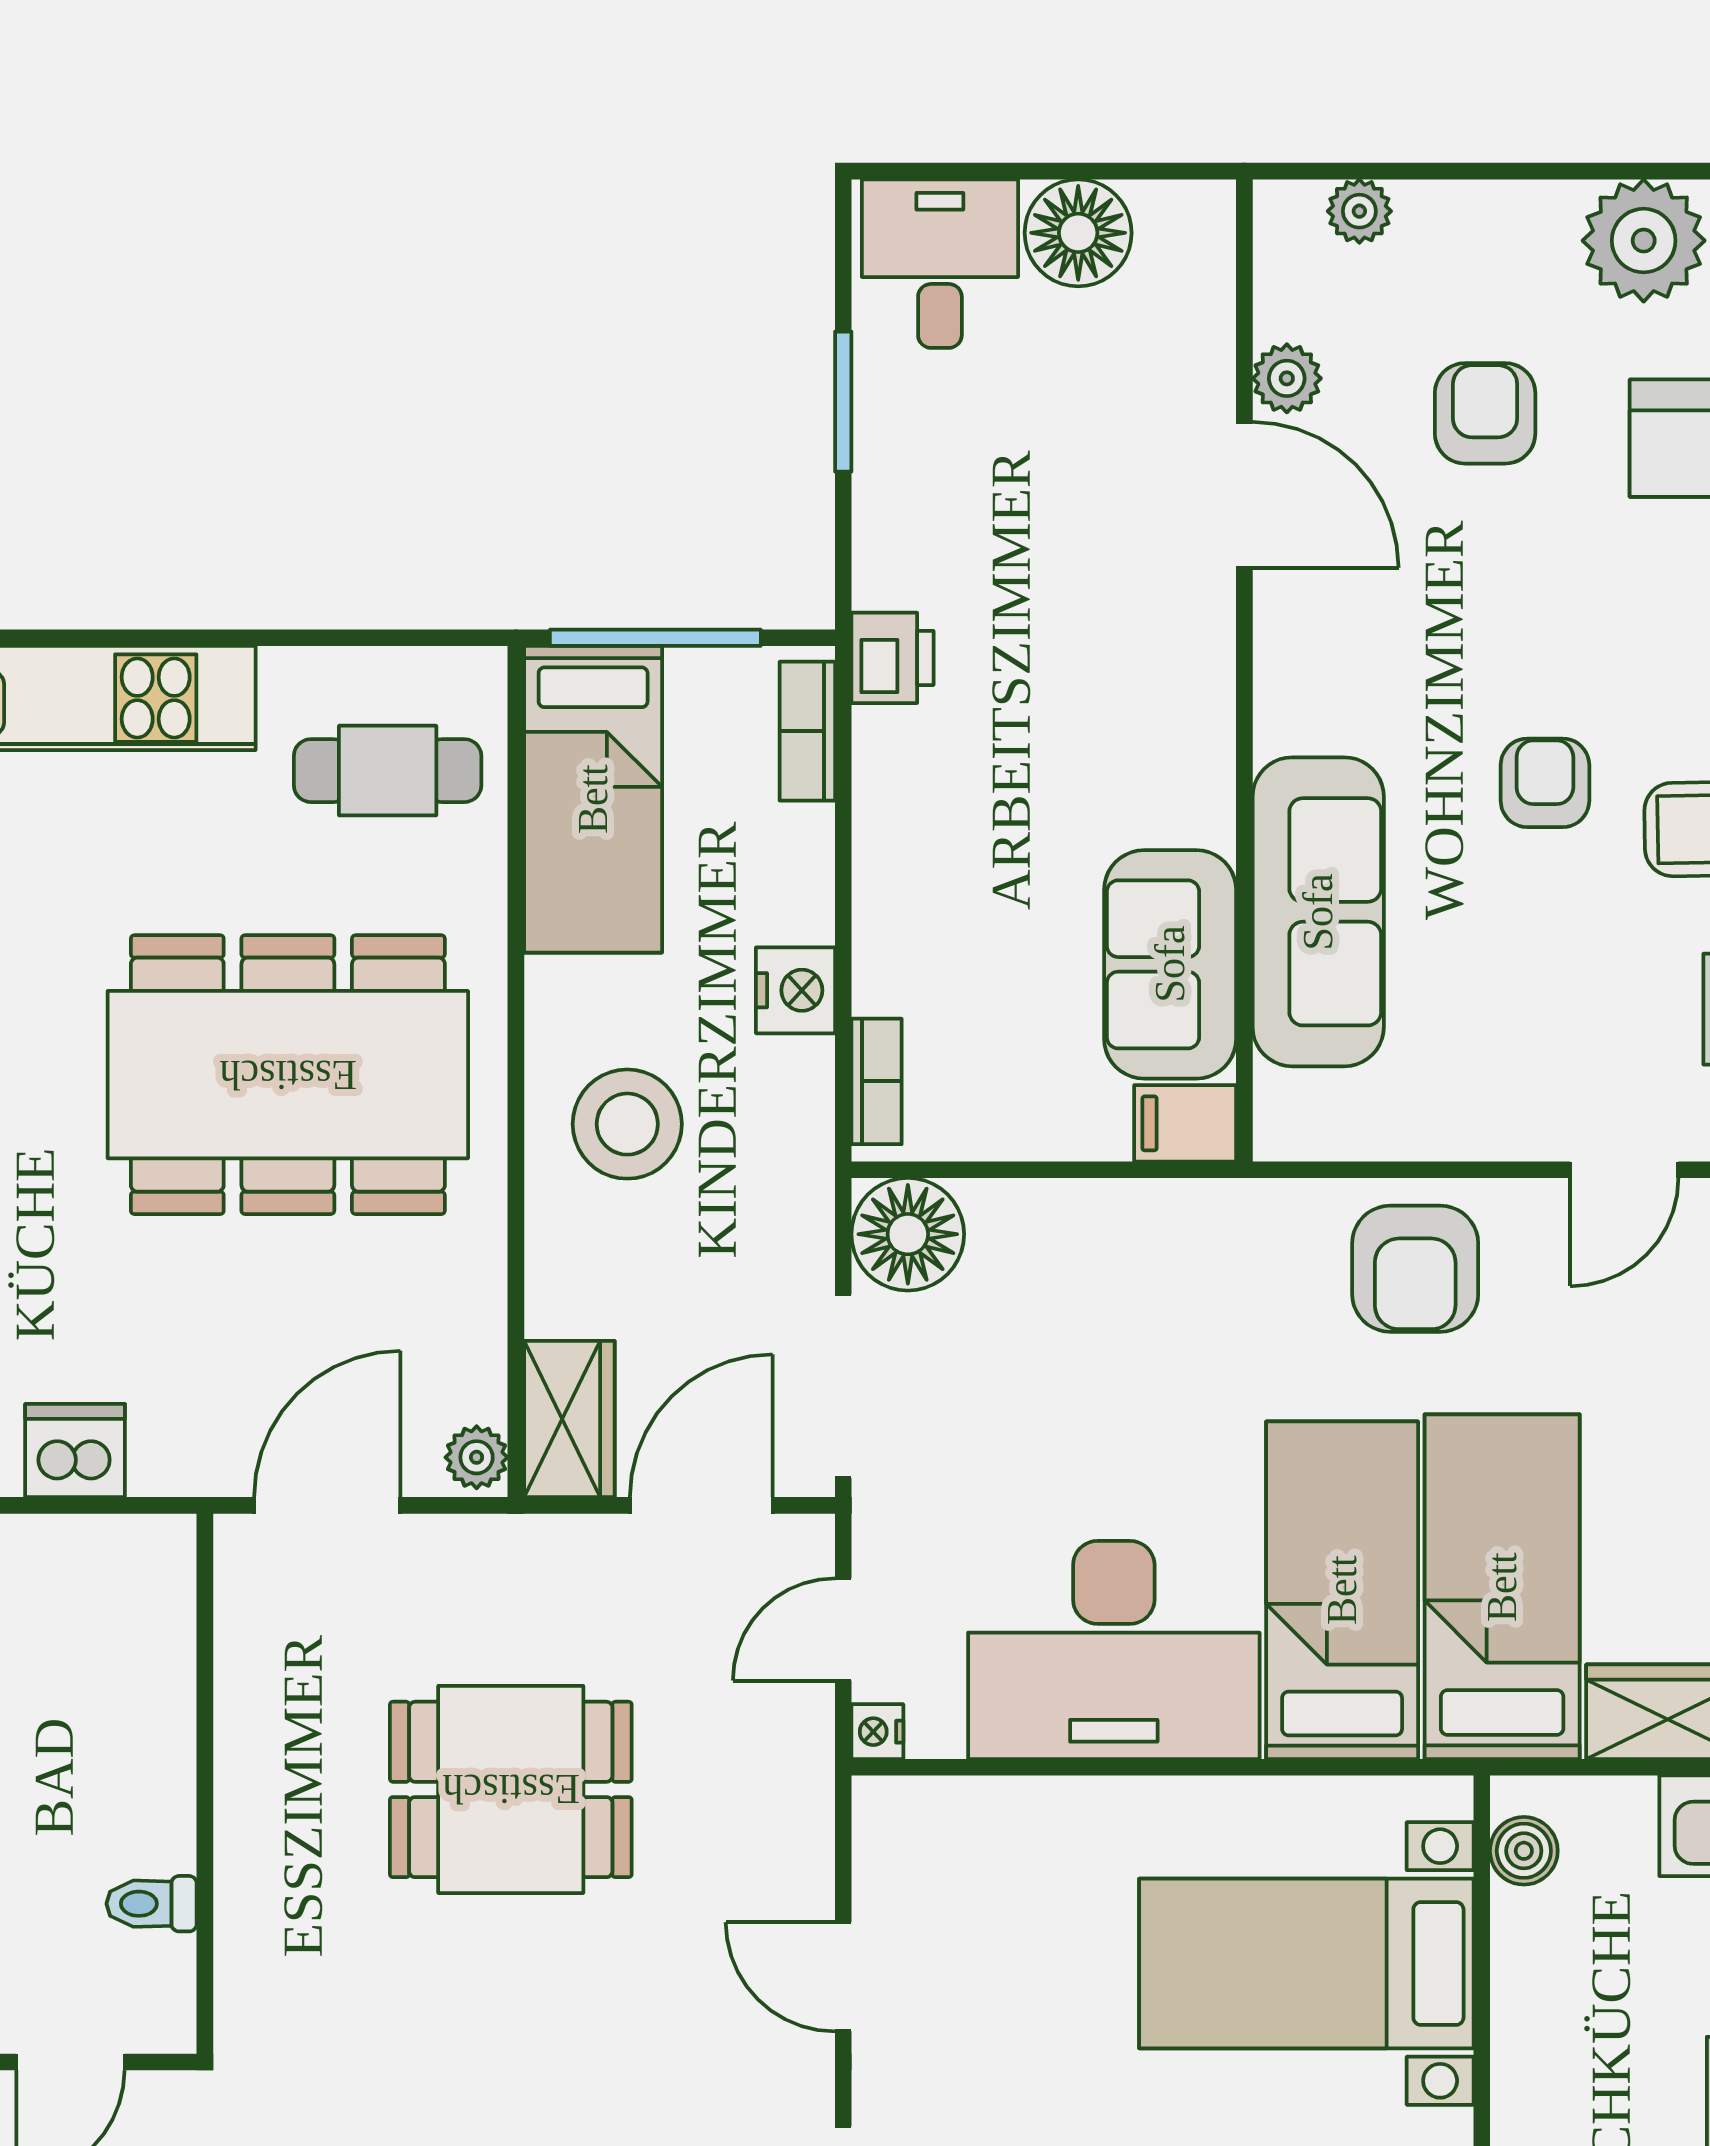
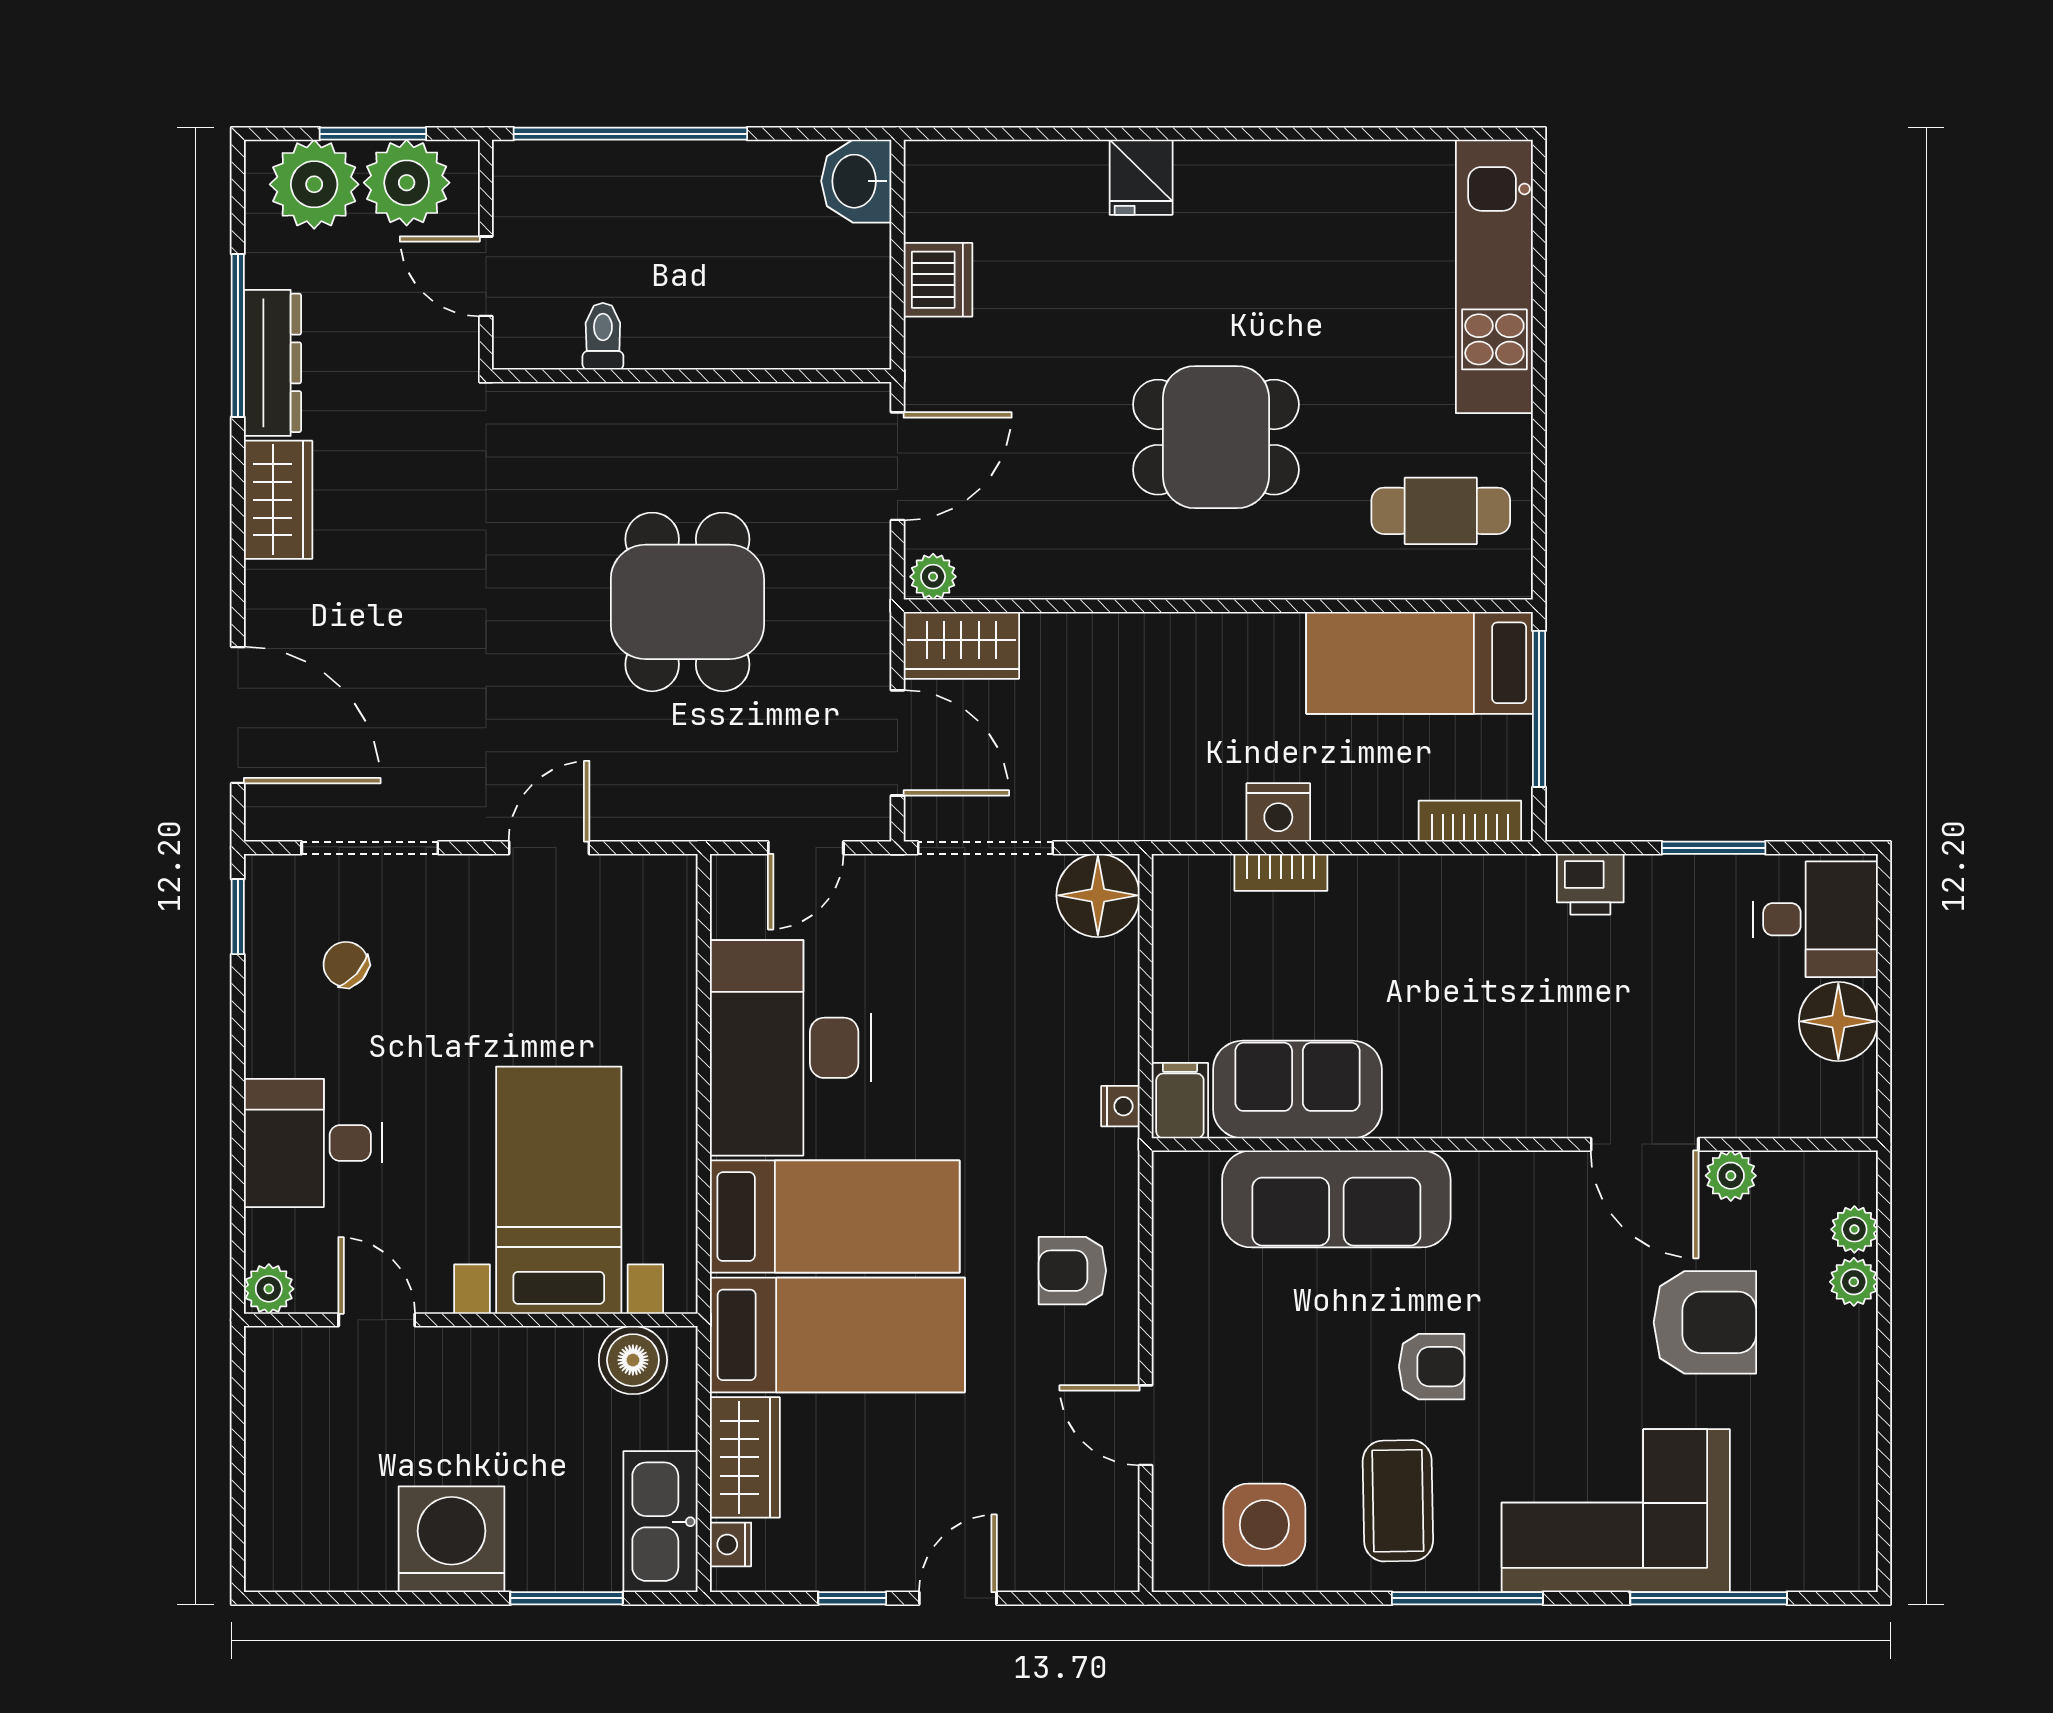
plant: (1644, 241) -> (1854, 1282), moved, width x0.53, depth x0.53
armchair: (1485, 413) -> (1705, 1322), width x1.38, depth x1.38
door: (1244, 495) -> (1645, 1144), hinge flipped
printer: (893, 658) -> (1590, 884), moved
cafe table: (388, 771) -> (1441, 511), turned 90
dining table: (288, 1075) -> (1216, 437), width x0.53, depth x0.80
bookcase: (877, 1081) -> (1281, 872), moved
stool: (627, 1124) -> (1179, 688), removed
armchair: (1415, 1269) -> (1072, 1271), width x0.72, depth x0.72
door: (327, 1505) -> (897, 466), hinge flipped
door: (843, 1629) -> (806, 848), swing flipped
nightstand: (877, 1732) -> (1120, 1106), moved, turned 90
boiler: (1524, 1851) -> (633, 1360), width x1.36, depth x1.36

